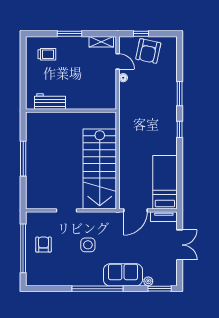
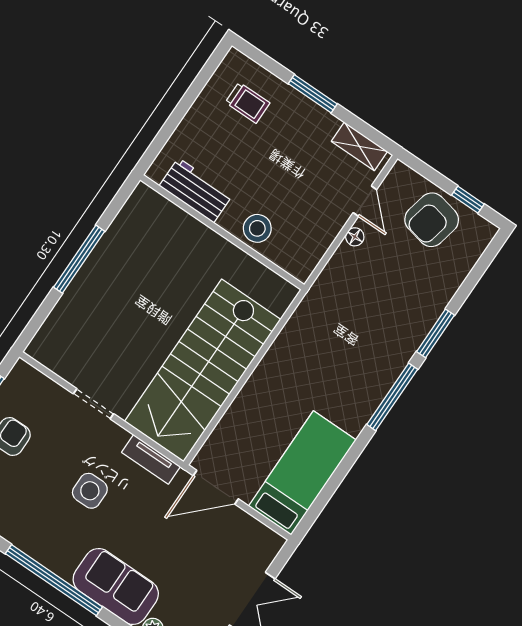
window: (141, 34) -> (468, 200), moved
stool: (84, 100) -> (257, 228), added
window: (180, 129) -> (392, 397), width x2.17
tv unit: (164, 217) -> (151, 459), moved

